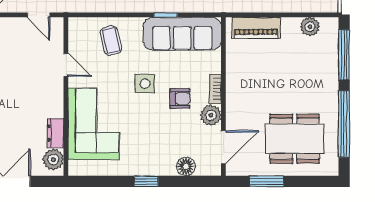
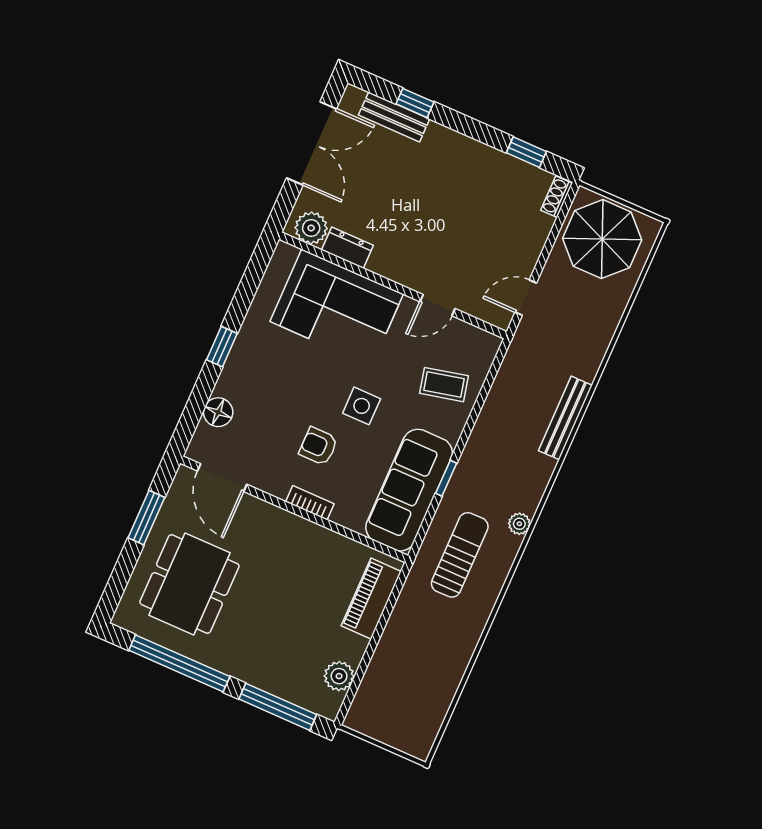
armchair: (180, 99) -> (318, 446), turned 90
plant: (211, 115) -> (275, 480), removed

